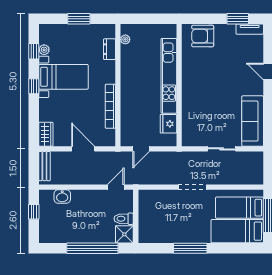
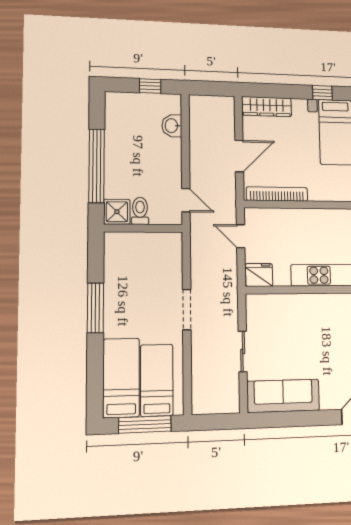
bookcase: (110, 106) -> (277, 194), moved
fridge: (168, 124) -> (259, 275), moved
wardrobe: (46, 134) -> (267, 107), width x1.50
bench: (44, 166) -> (214, 103), removed

